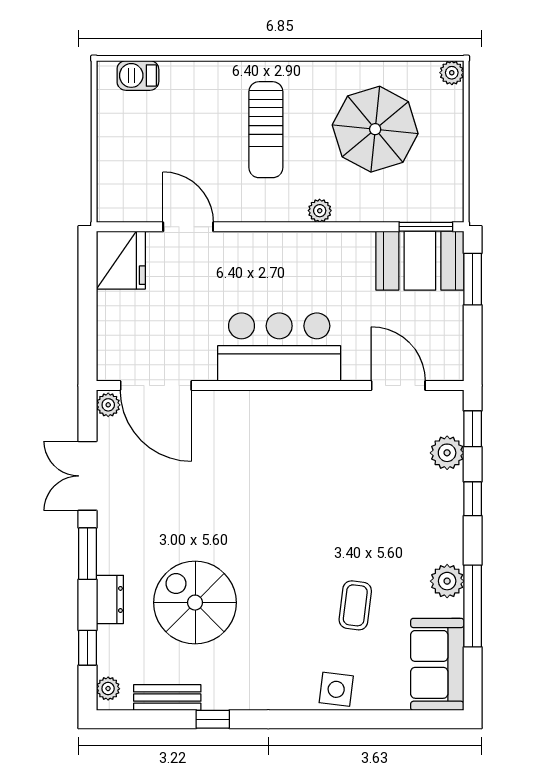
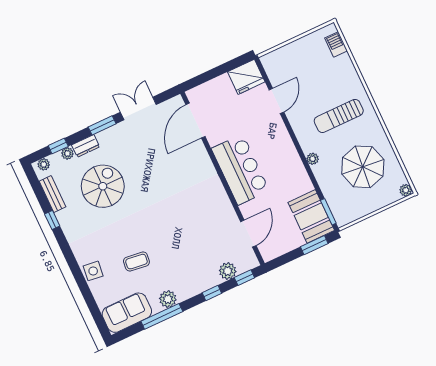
plant: (108, 405) -> (67, 153), moved

